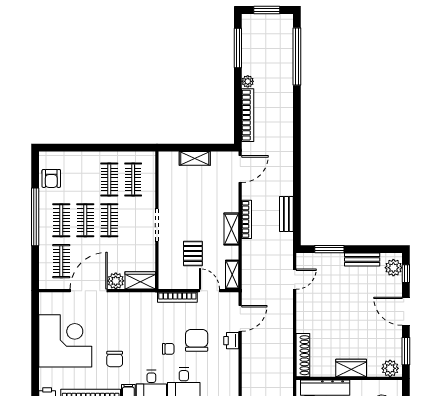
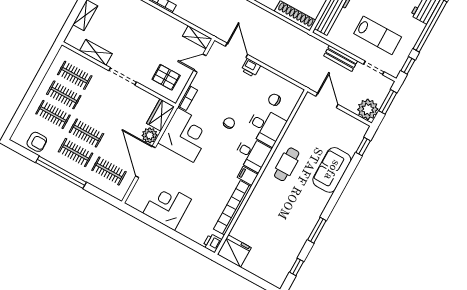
clothes rail: (109, 220) -> (53, 115), moved
shelving: (231, 229) -> (96, 52), moved
pallet: (193, 253) -> (166, 77), moved
bookcase: (177, 297) -> (188, 98), width x0.64
corner desk: (135, 314) -> (185, 135), added
chair: (197, 340) -> (274, 100), moved, width x0.54, depth x0.54
corner desk: (65, 341) -> (167, 206), width x0.74, depth x0.74
chair: (115, 359) -> (213, 172), removed

